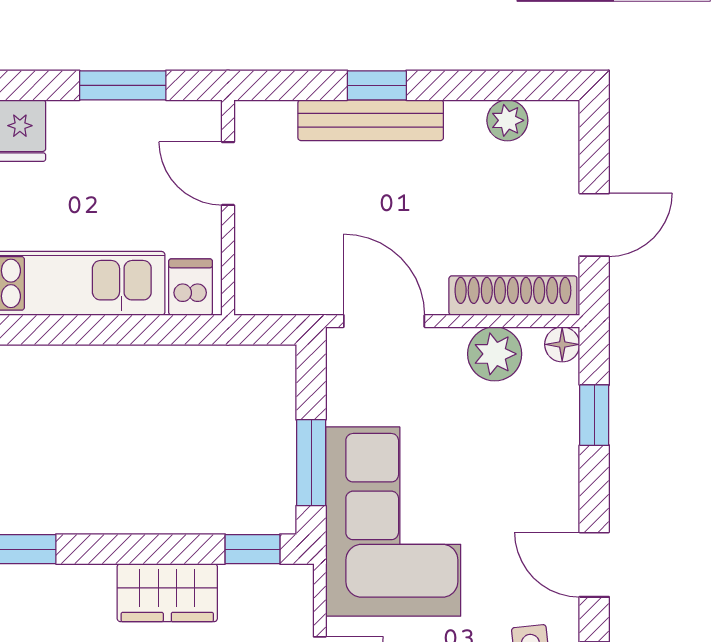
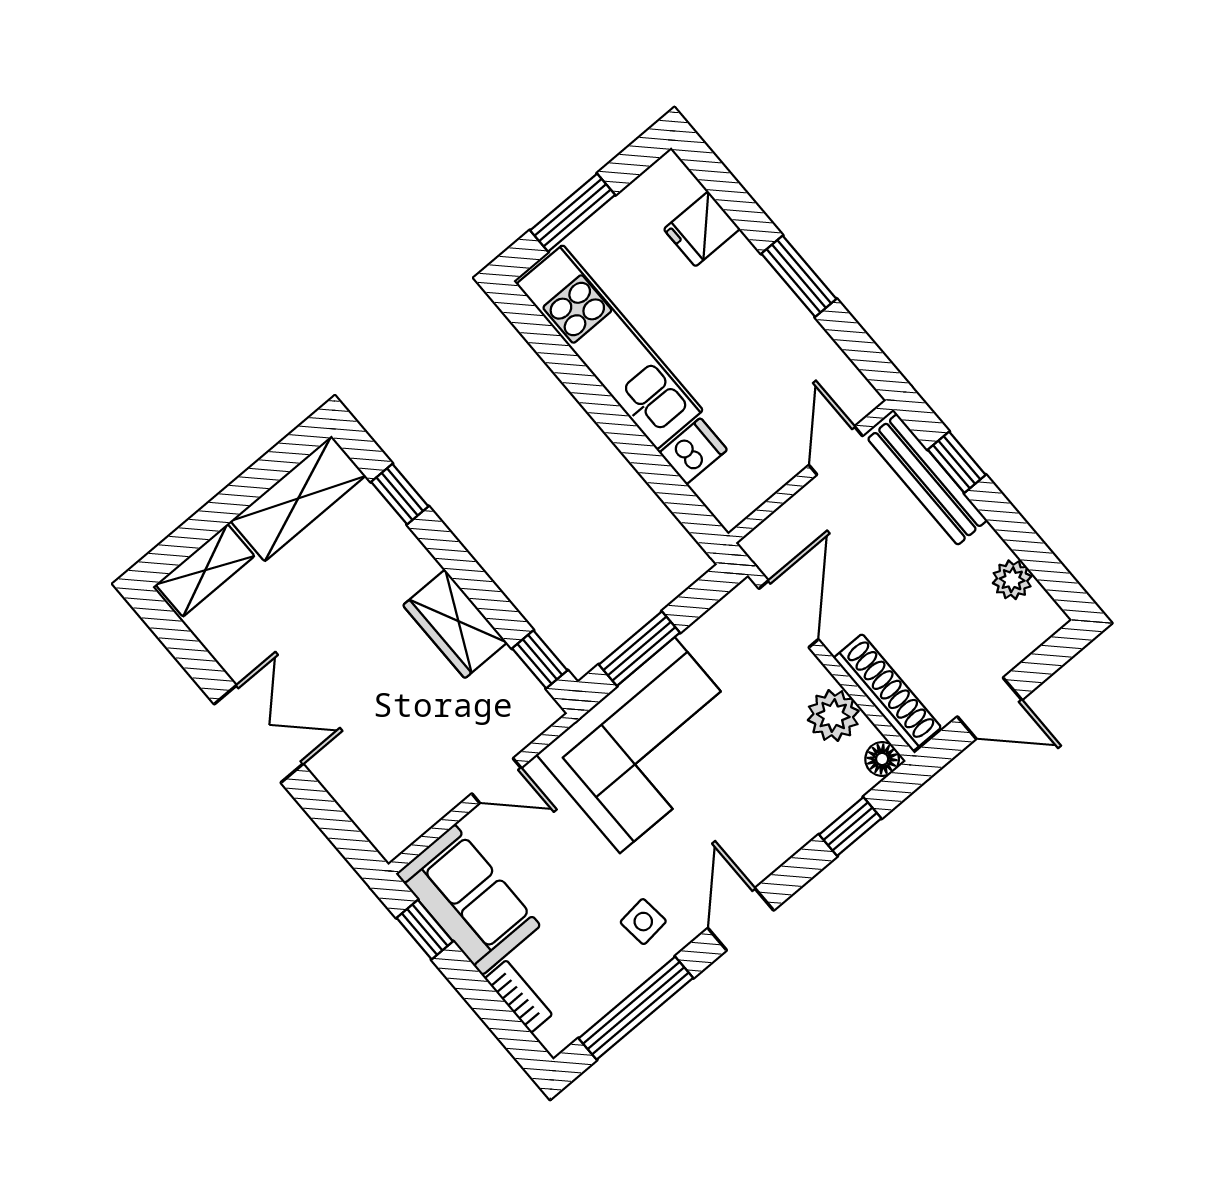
door: (228, 174) -> (836, 451), moved
wall: (228, 208) -> (811, 472), moved

